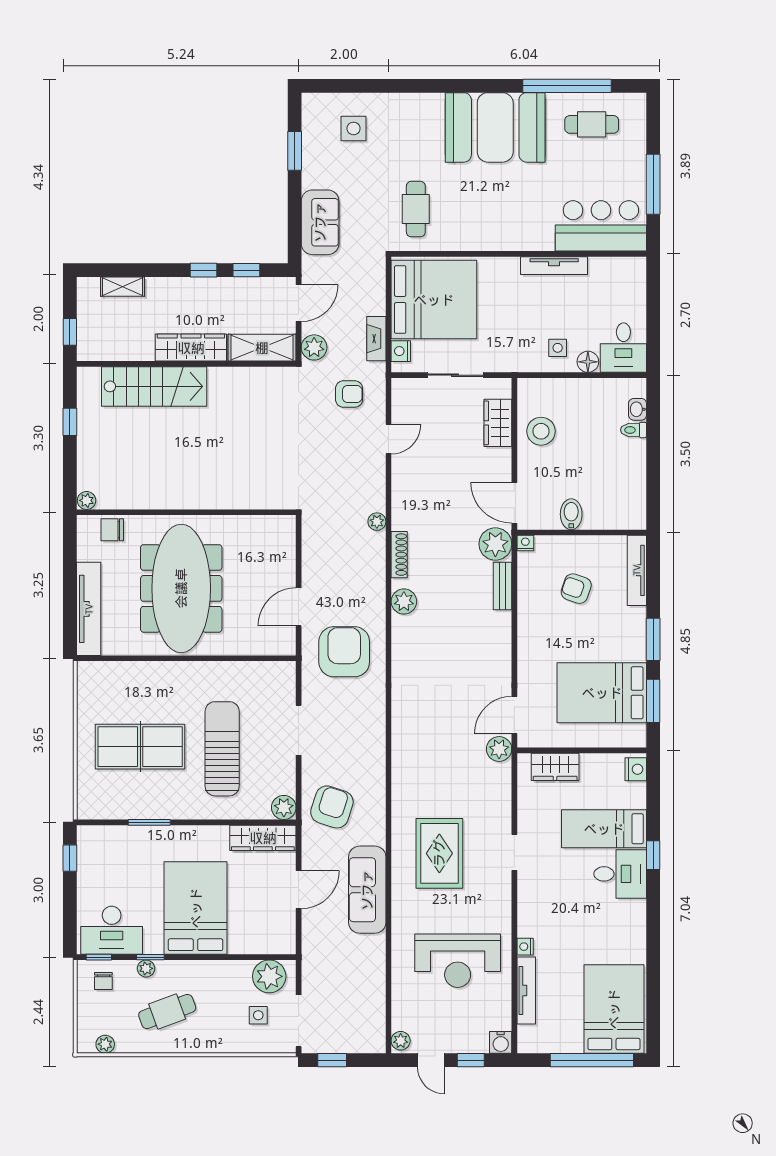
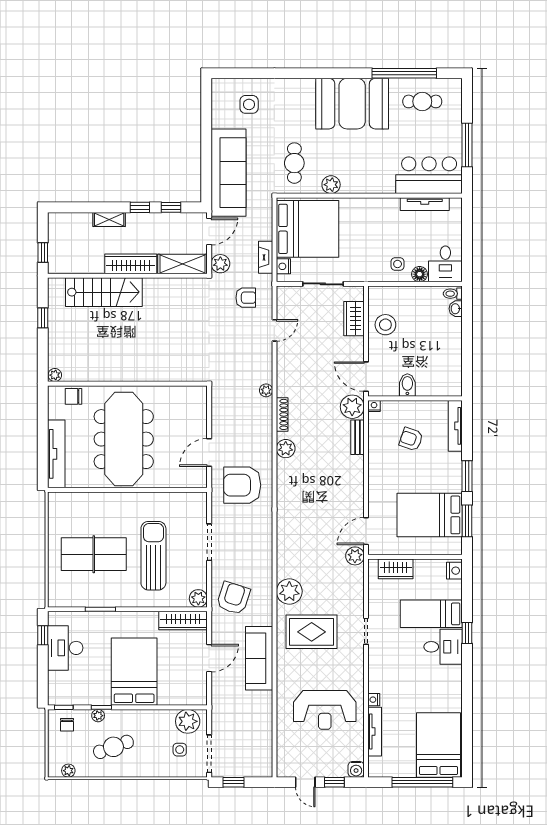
window: (295, 151) -> (206, 121), removed
sofa: (320, 222) -> (228, 173), width x1.85, depth x1.27
plant: (466, 239) -> (331, 185), added
tv unit: (554, 266) -> (425, 204), moved
shelving: (123, 287) -> (109, 219), moved
toilet: (634, 430) -> (453, 294), moved
armchair: (344, 652) -> (242, 485), turned -90
rug: (439, 853) -> (312, 632), turned 90
desk: (112, 930) -> (65, 648), moved, turned 90
plant: (401, 1041) -> (289, 591), moved, width x1.88, depth x1.88

